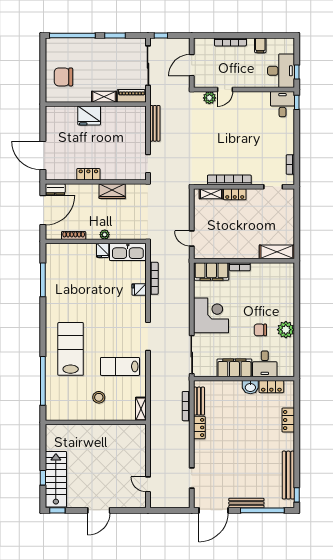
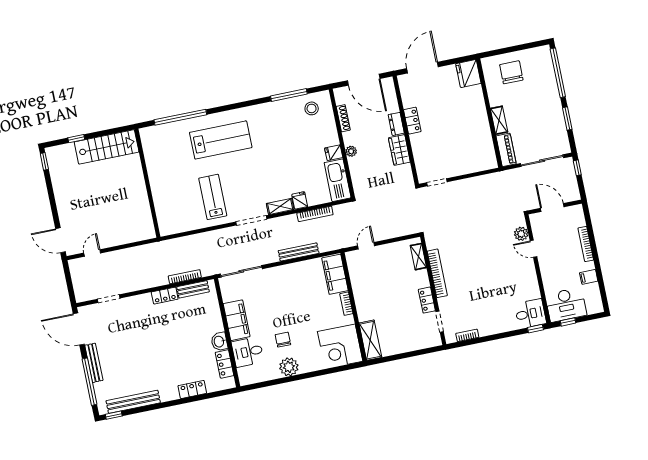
fridge: (89, 115) -> (468, 73), moved
bench: (155, 123) -> (299, 252), moved
dresser: (55, 189) -> (396, 124), moved
locker: (235, 194) -> (427, 300), moved
corner desk: (211, 315) -> (340, 346), moved, turned 90
stool: (99, 397) -> (312, 108), moved
shelving: (141, 409) -> (280, 206), moved
stairs: (56, 479) -> (107, 147), moved
door: (99, 510) -> (60, 240), moved

